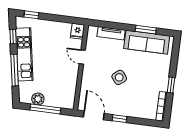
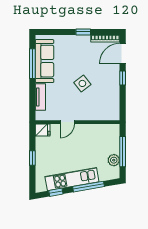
window: (31, 15) -> (32, 158), moved
window: (146, 30) -> (32, 64), width x1.44
door: (94, 115) -> (123, 54), moved

